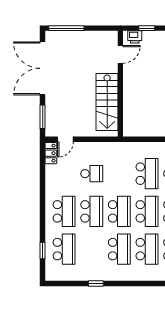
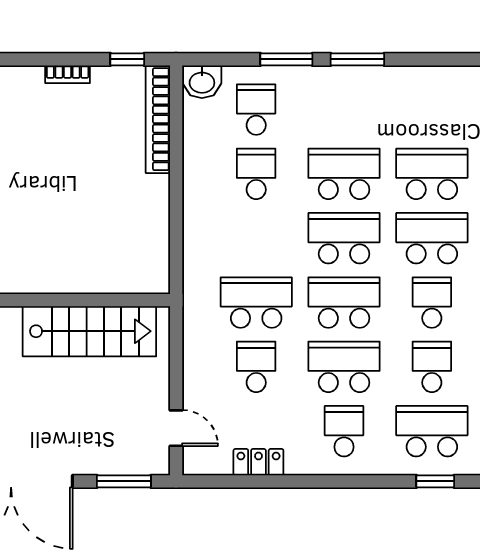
locker: (51, 153) -> (258, 462), moved
school desk: (147, 174) -> (256, 303), moved
school desk: (64, 211) -> (344, 431), width x0.54
school desk: (92, 249) -> (432, 367), added
school desk: (119, 249) -> (432, 303), width x0.54

